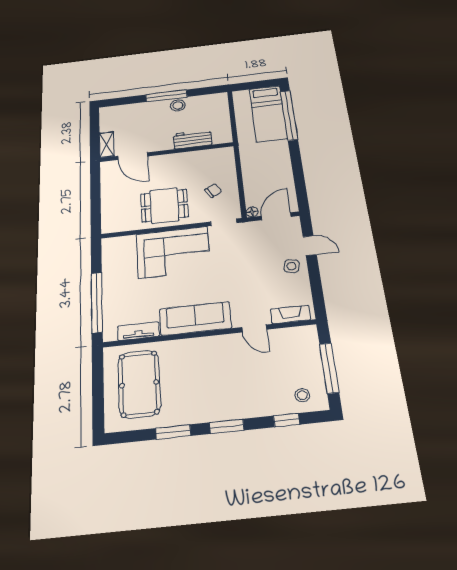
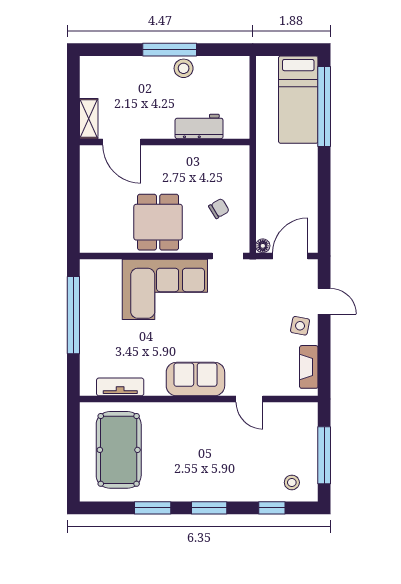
dining table: (164, 205) -> (158, 222), turned 90
window: (97, 302) -> (73, 315), moved
fireplace: (291, 314) -> (309, 367), moved, turned -90
sofa: (195, 319) -> (195, 379), width x0.73

